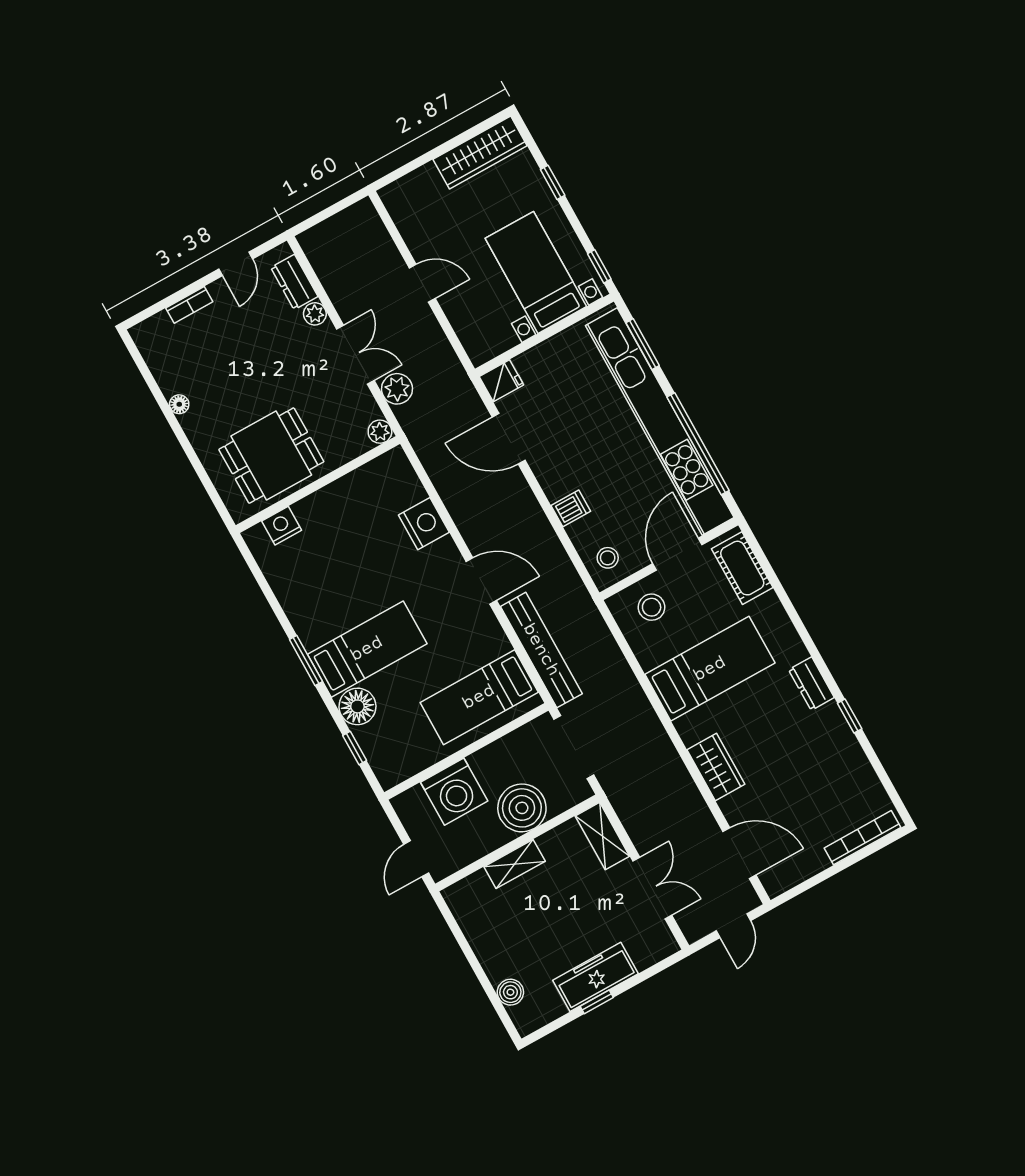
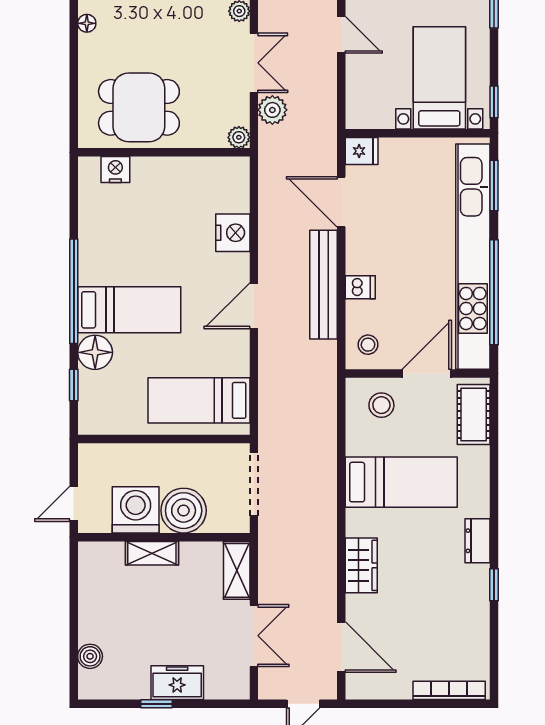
door: (481, 581) -> (254, 306), swing flipped
bench: (541, 650) -> (324, 285), moved
window: (306, 661) -> (74, 291), width x2.11
washing machine: (454, 792) -> (136, 510), moved, turned 180
freezer: (595, 977) -> (177, 683), width x0.71

